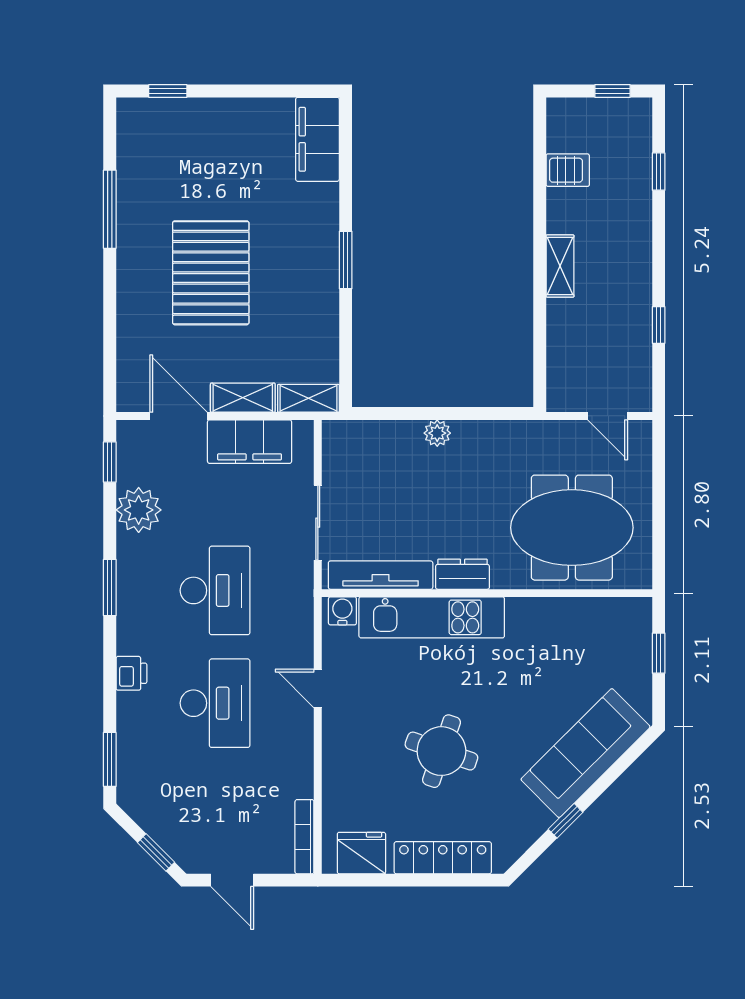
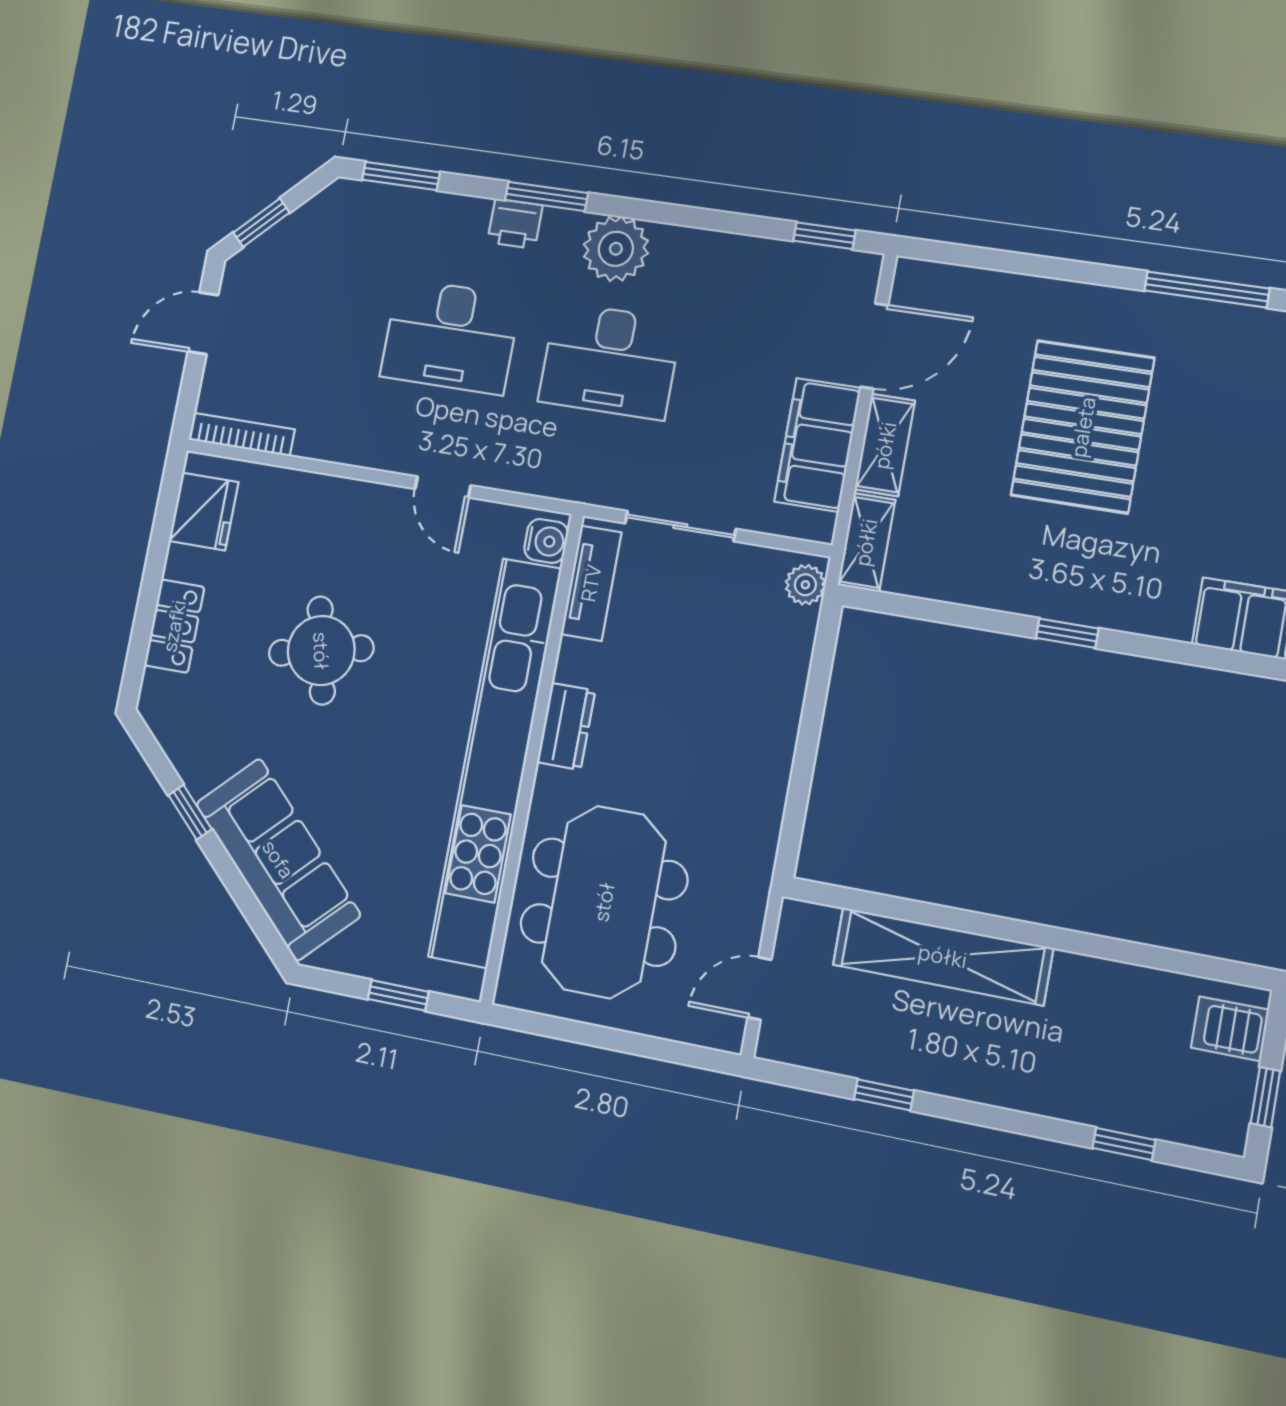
server rack: (568, 170) -> (1230, 1029), moved, turned 90
window: (346, 260) -> (1067, 633), width x0.67
shelving: (560, 266) -> (943, 956), width x2.20, depth x1.33
pallet: (211, 273) -> (1083, 427), turned 90
plant: (437, 433) -> (805, 585), moved
plant: (139, 510) -> (616, 249), moved
tv unit: (381, 575) -> (591, 583), width x0.71
window: (110, 587) -> (546, 197), moved
kitchen unit: (432, 617) -> (495, 762), width x1.86
door: (318, 689) -> (443, 487), swing flipped
round table: (441, 751) -> (321, 651), turned -32
locker: (443, 858) -> (174, 626), width x0.66

